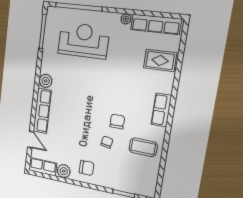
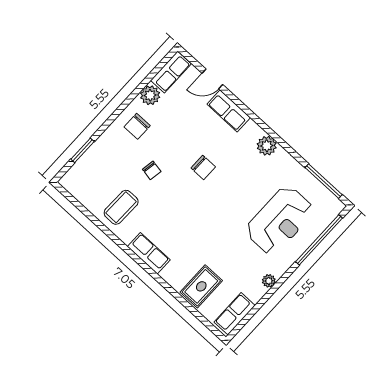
row of seats: (156, 24) -> (235, 314), width x0.68
row of seats: (42, 111) -> (229, 111), width x0.68
chair: (117, 121) -> (203, 167), moved

